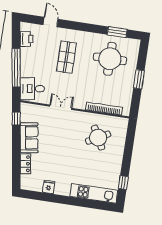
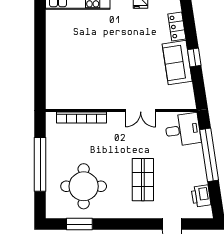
window: (139, 79) -> (40, 164), width x2.11
window: (16, 119) -> (194, 58), moved
round table: (98, 138) -> (84, 77), removed
window: (123, 183) -> (40, 21), removed

